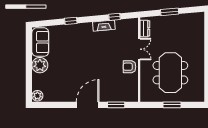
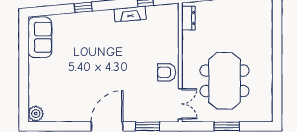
double door: (139, 49) -> (180, 104), moved
plant: (40, 65) -> (39, 70), removed

